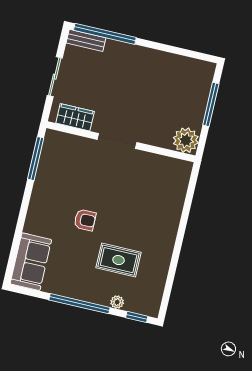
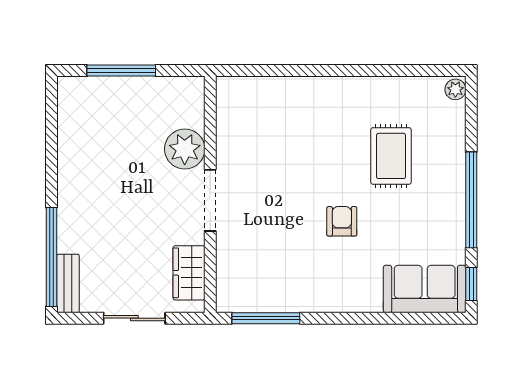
plant: (186, 140) -> (185, 149), moved
plant: (117, 302) -> (455, 89), moved
window: (137, 317) -> (471, 284), moved

